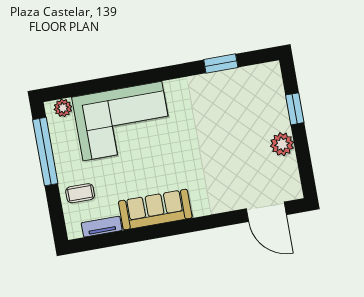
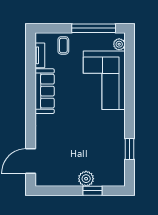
plant: (282, 144) -> (86, 179), moved

